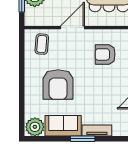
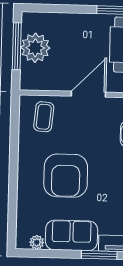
plant: (35, 127) -> (37, 242), width x0.53, depth x0.53

